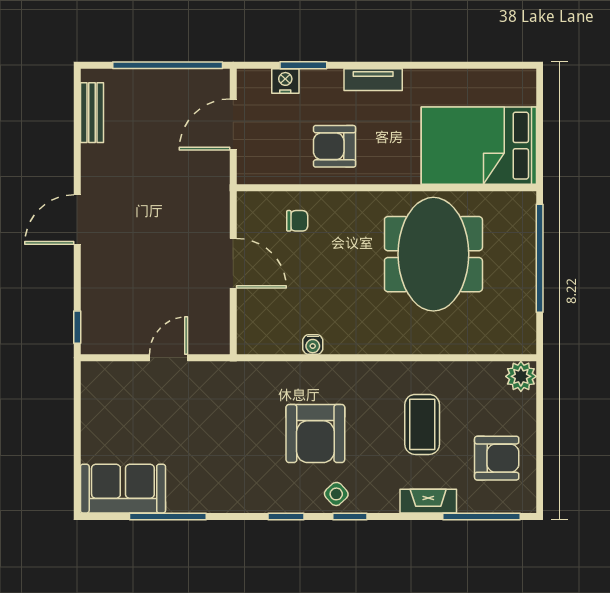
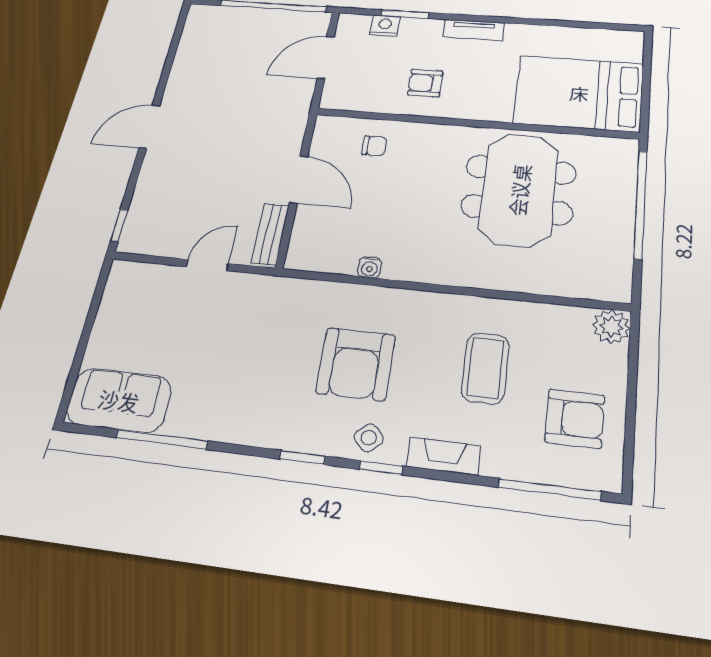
bench: (92, 113) -> (270, 234), moved
armchair: (335, 146) -> (425, 83), width x0.72, depth x0.72
fireplace: (428, 501) -> (444, 456), moved

